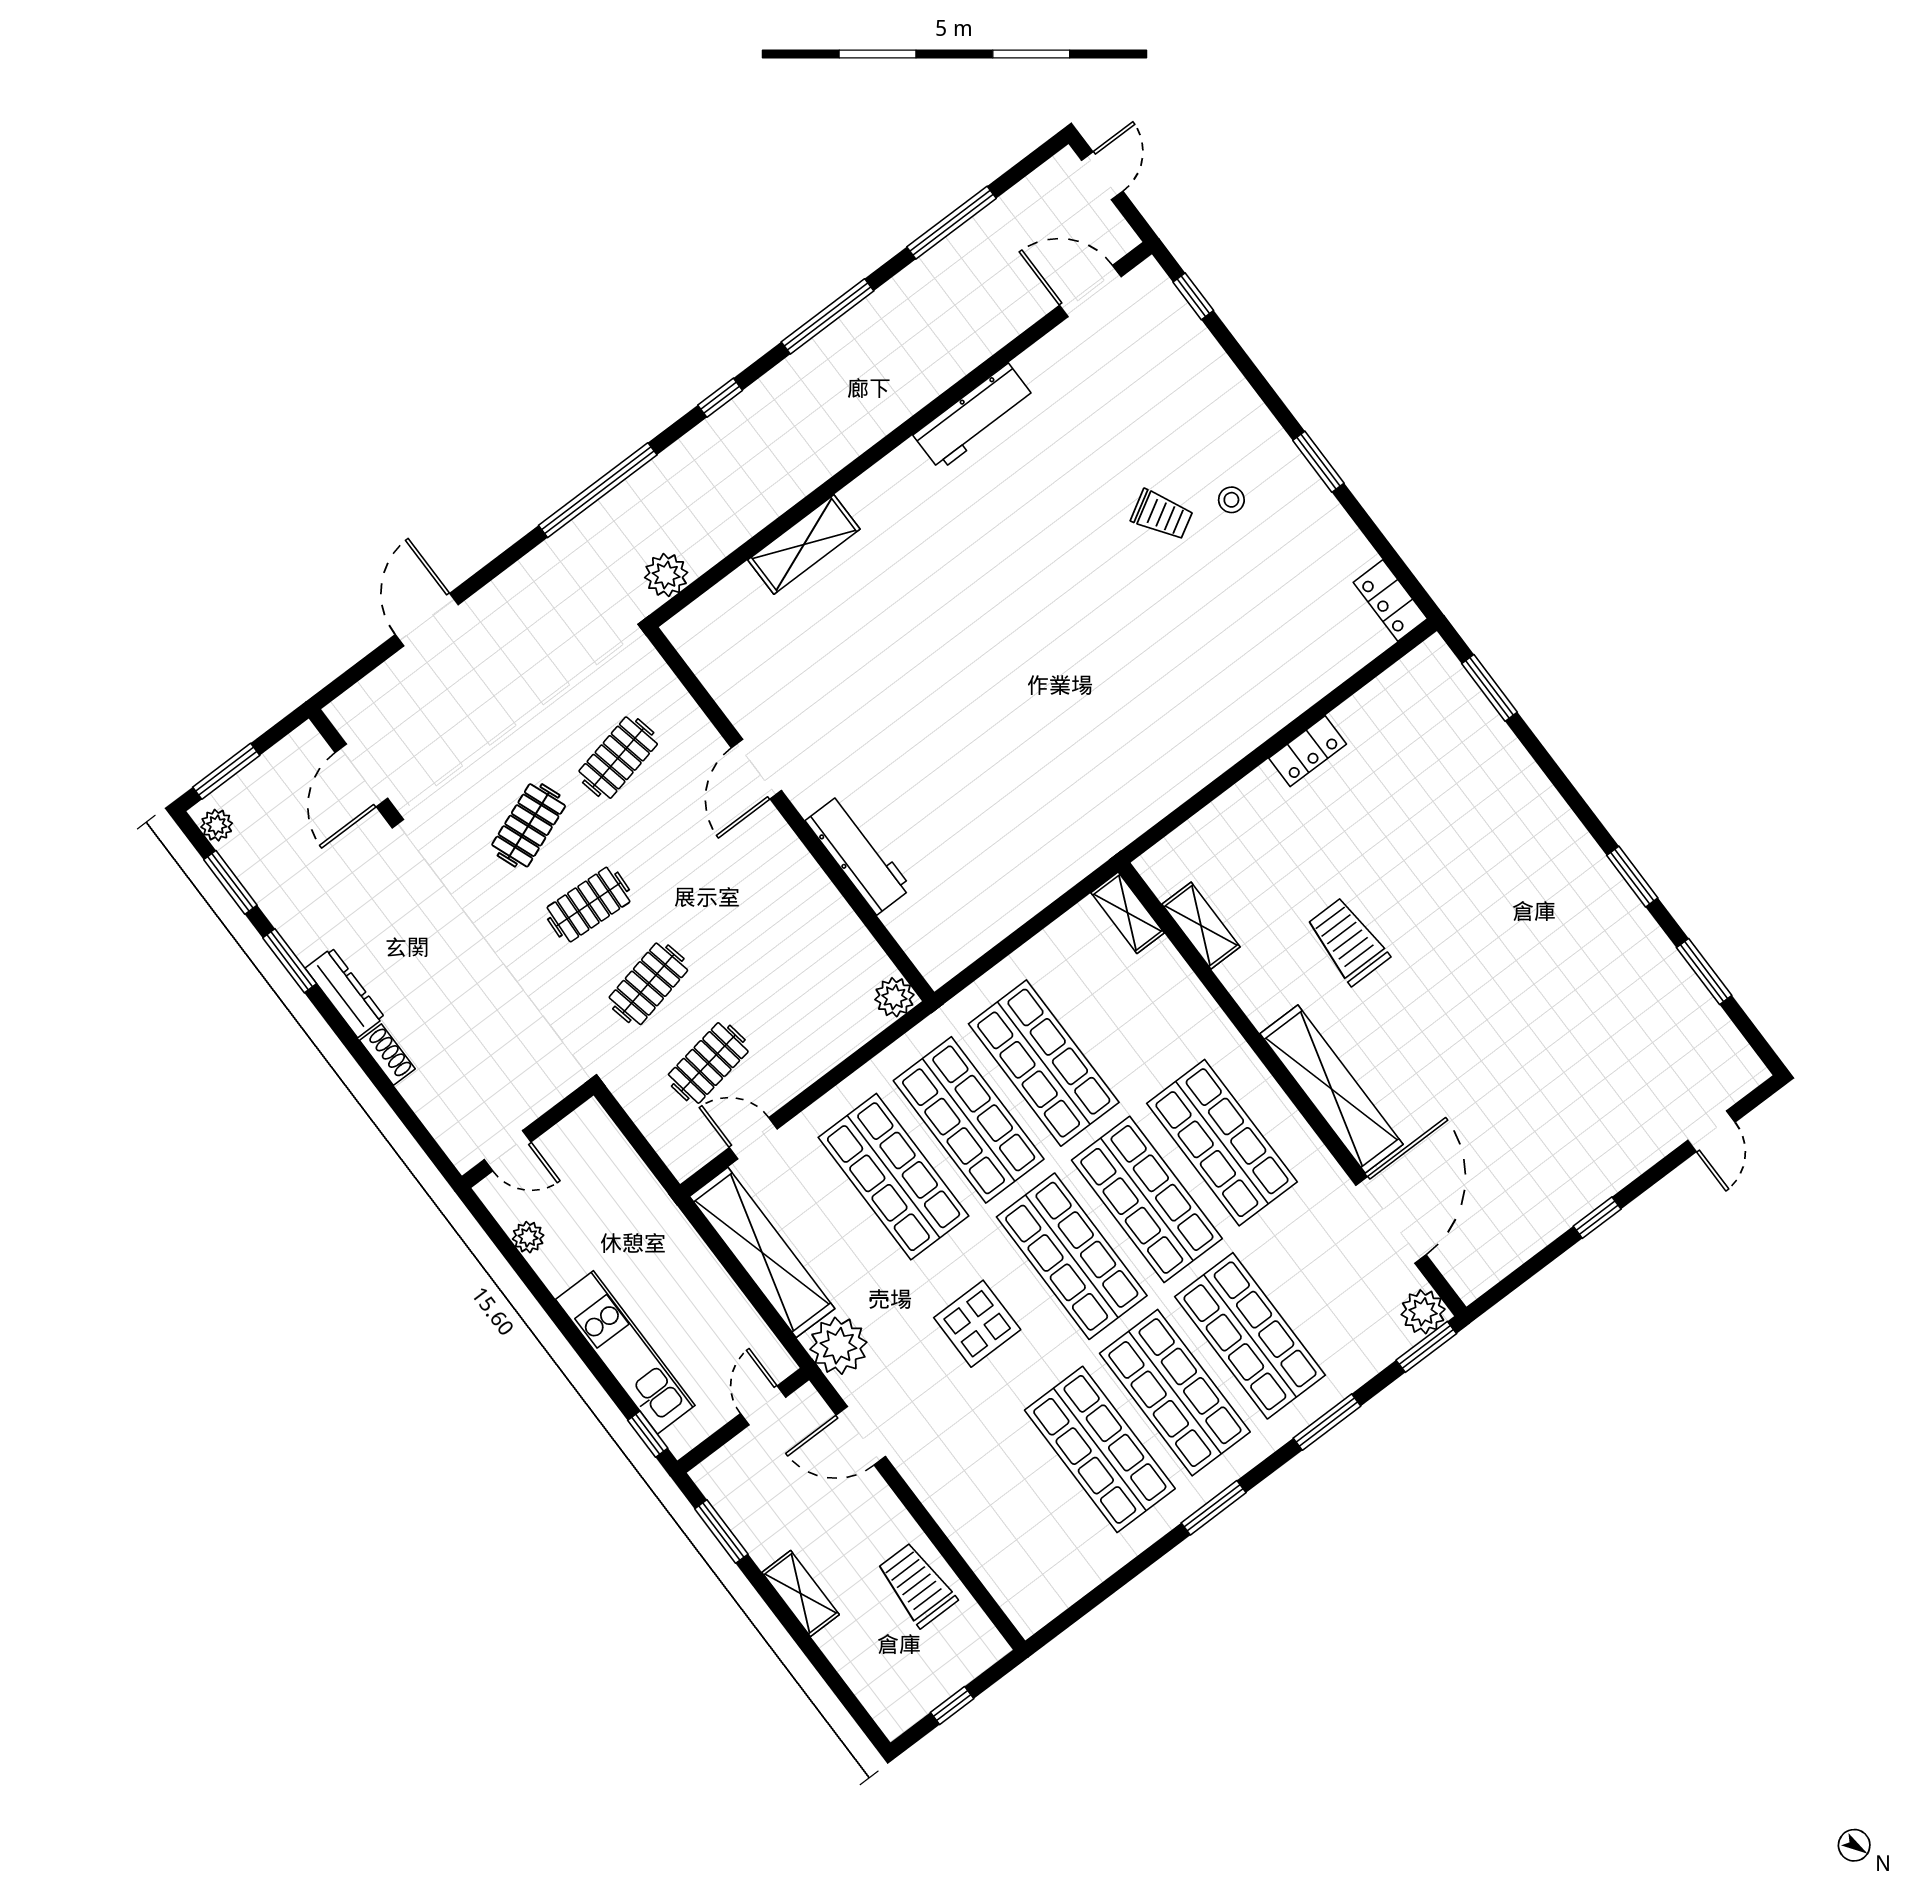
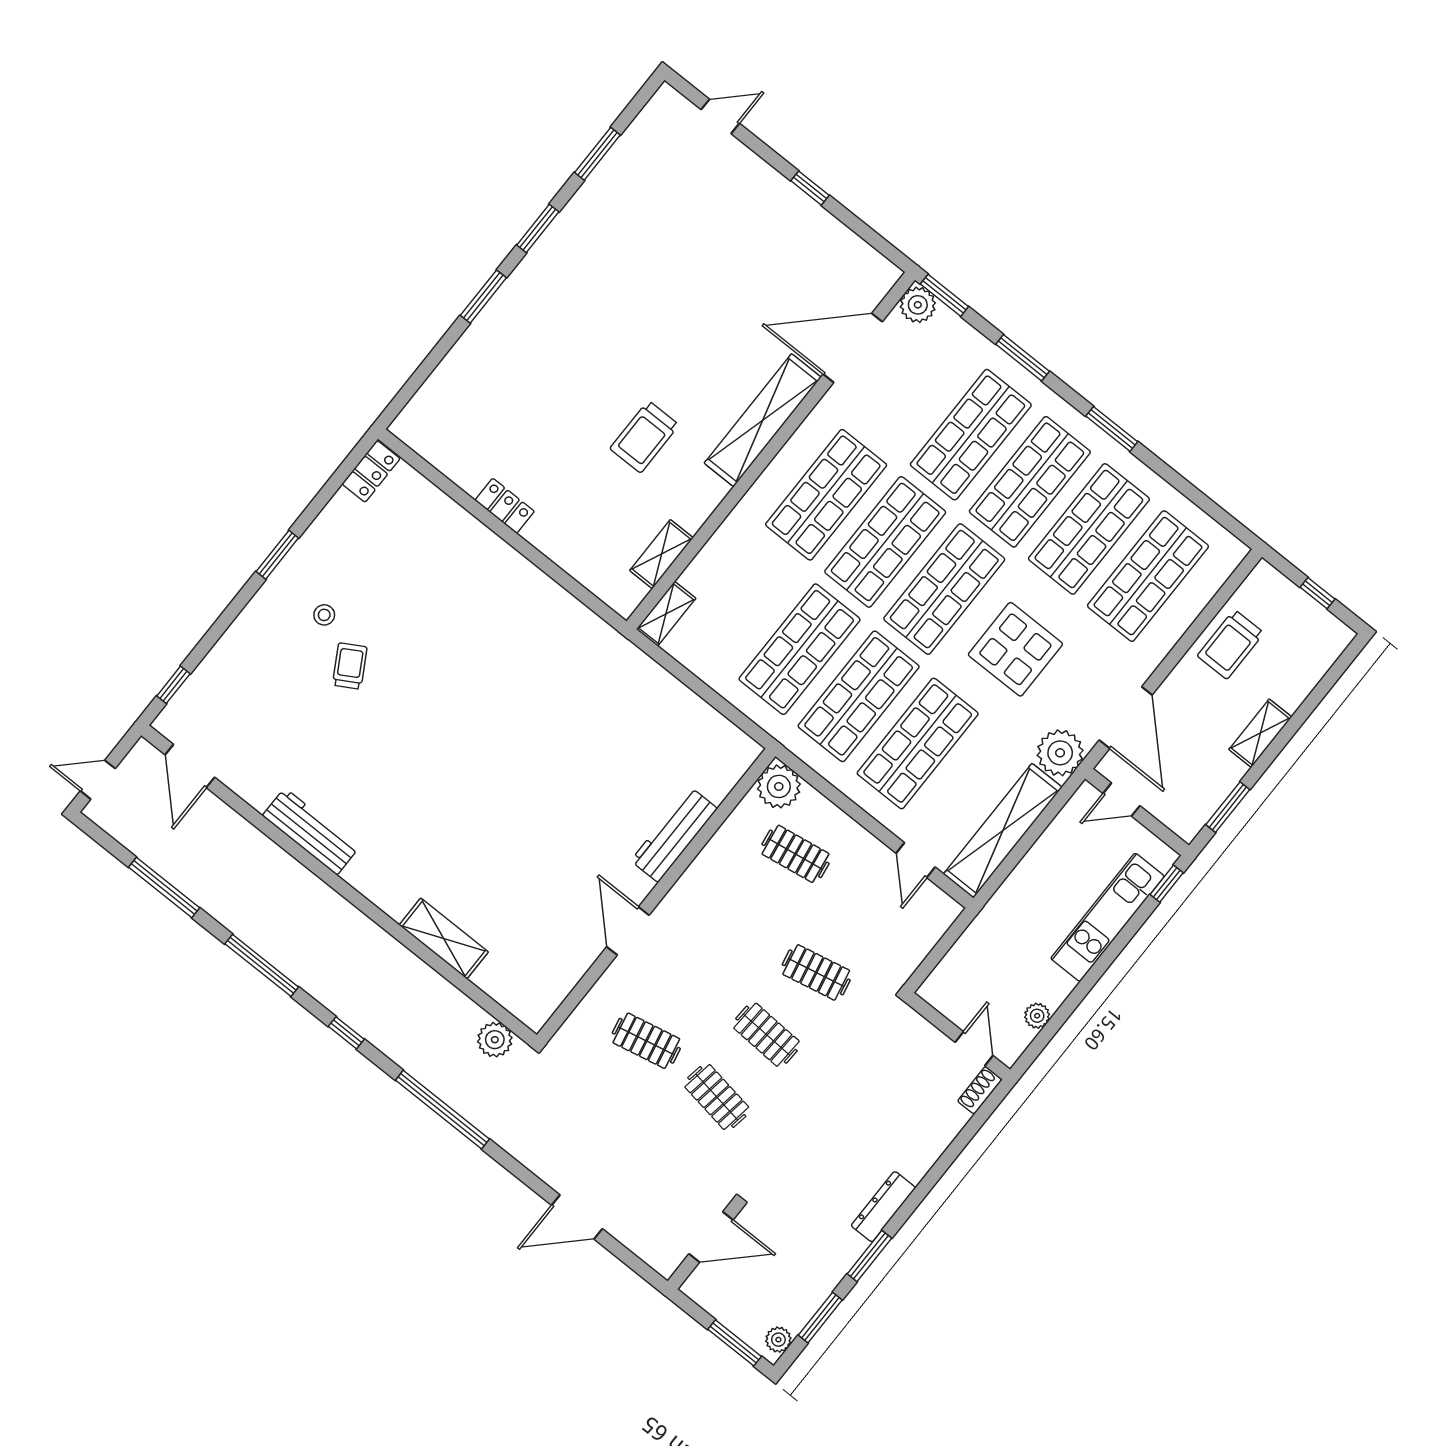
window: (1490, 688) -> (483, 297), moved
door: (756, 769) -> (628, 931), swing flipped
clothes rail: (529, 825) -> (717, 1097), turned 30
plant: (894, 997) -> (779, 786), width x1.36, depth x1.36
shoe rack: (387, 1055) -> (980, 1090), moved
clothes rail: (708, 1063) -> (795, 854), moved
display table: (977, 1324) -> (1015, 649), width x1.36, depth x1.36
door: (861, 1436) -> (1126, 718), width x1.36
shop shelf: (1025, 1506) -> (1148, 576), added

